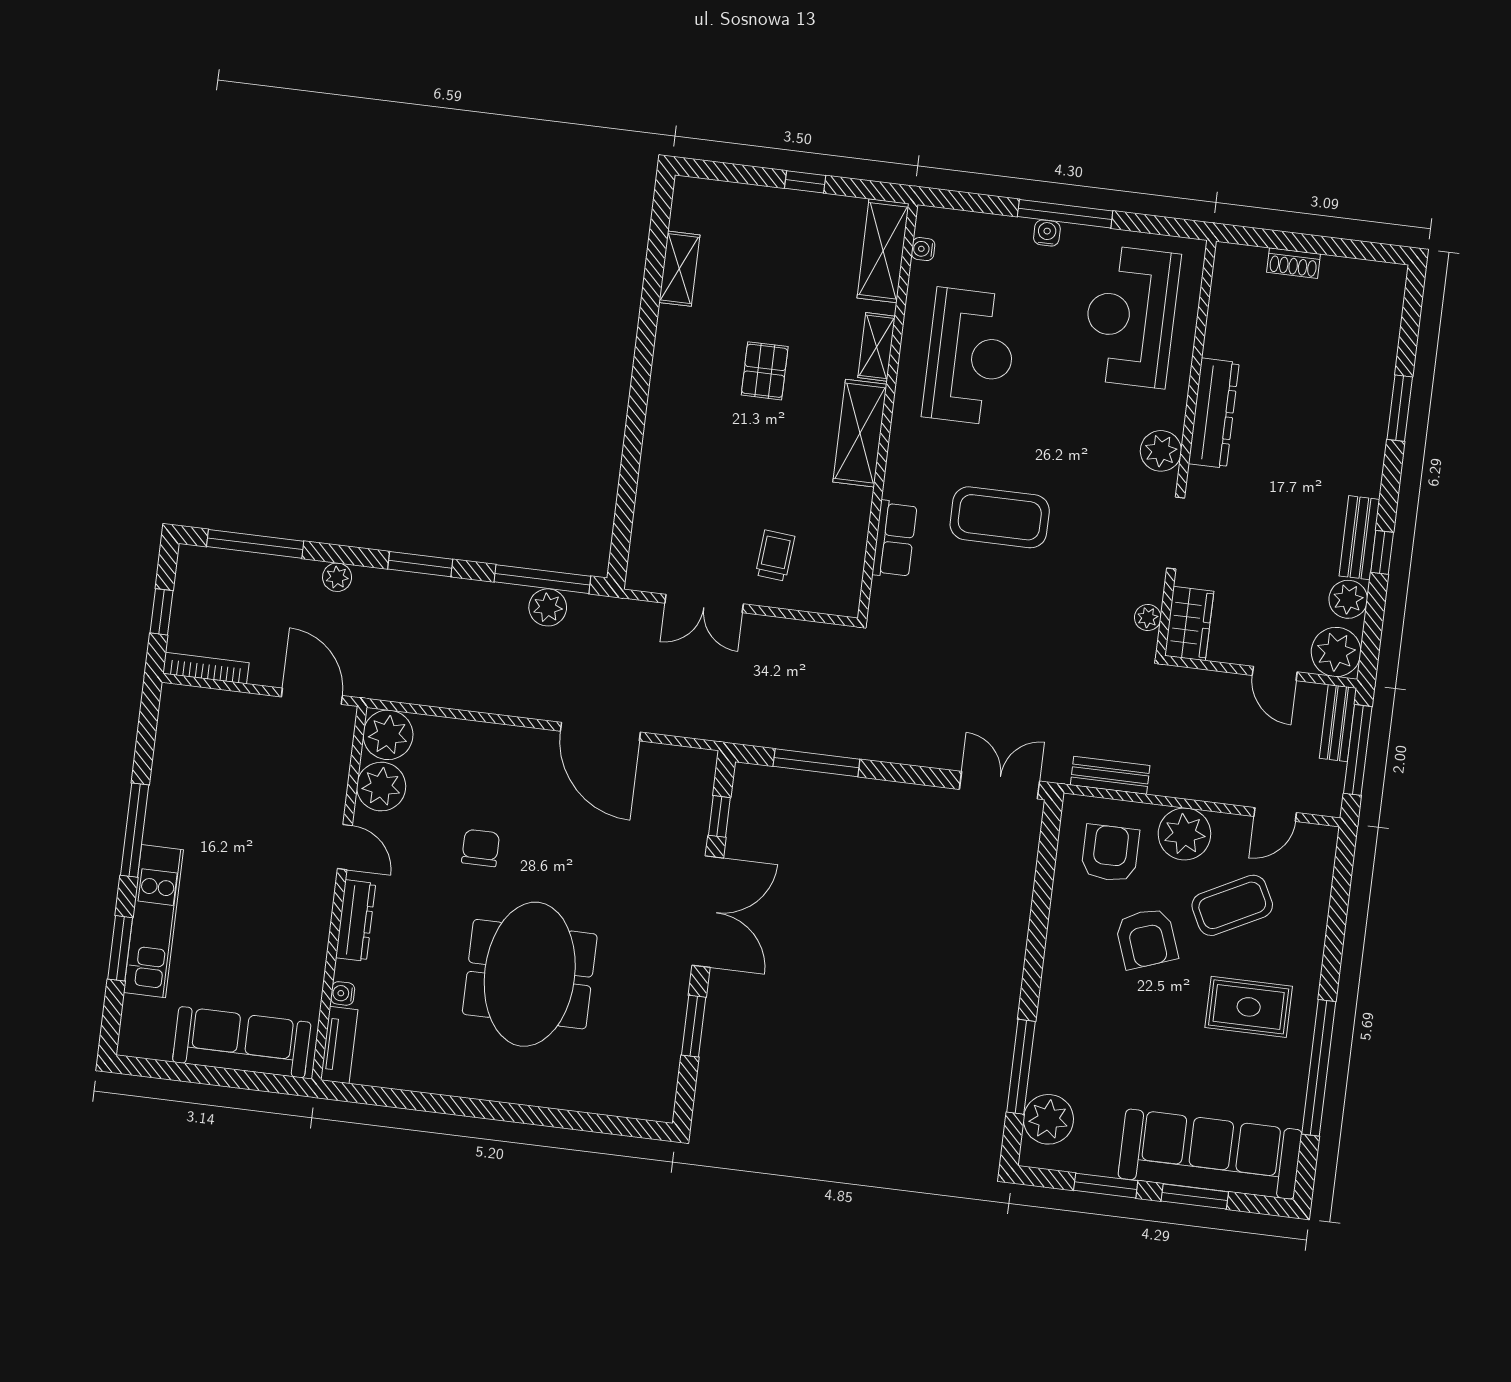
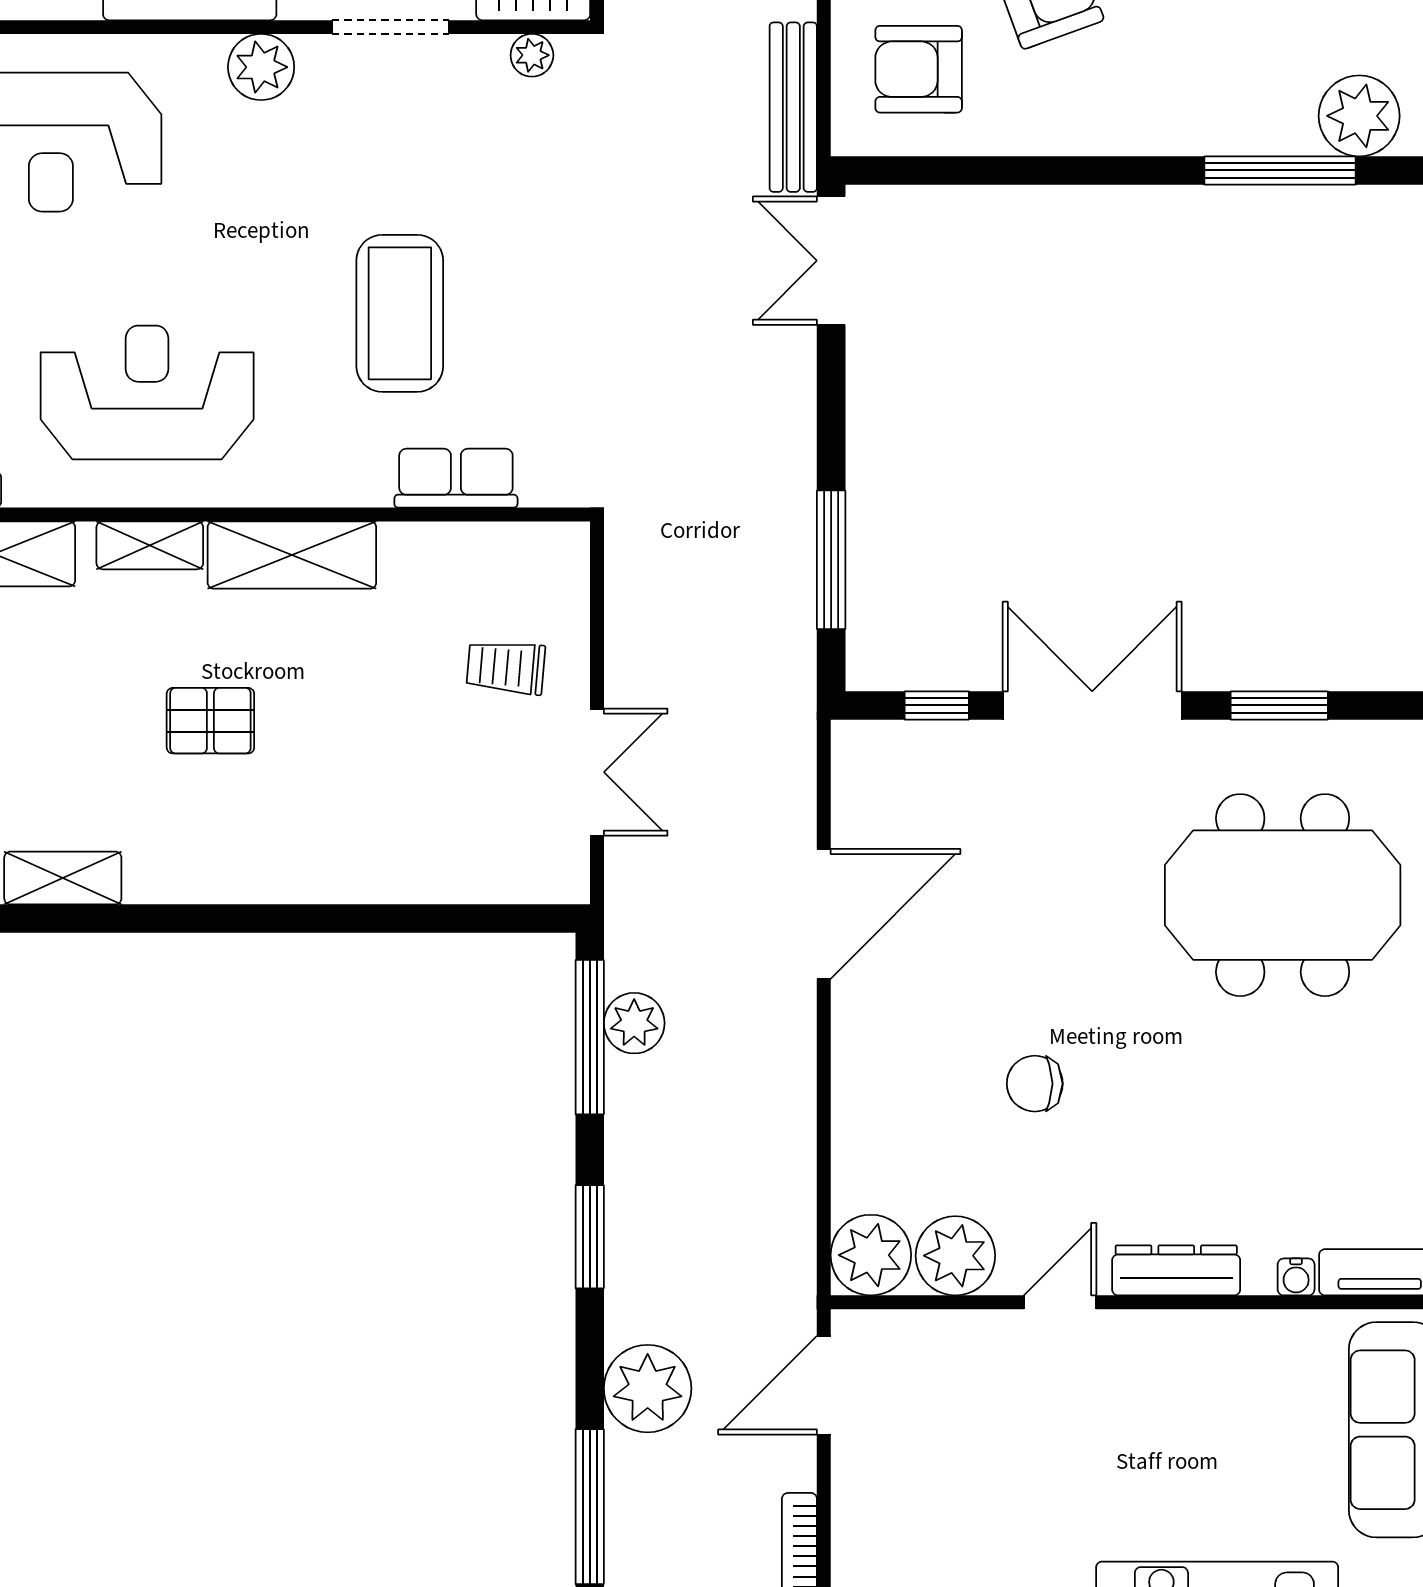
plant: (337, 577) -> (648, 1389), width x1.88, depth x1.88
bench: (1110, 775) -> (793, 107), width x1.36
meeting table: (530, 974) -> (1283, 895), moved

